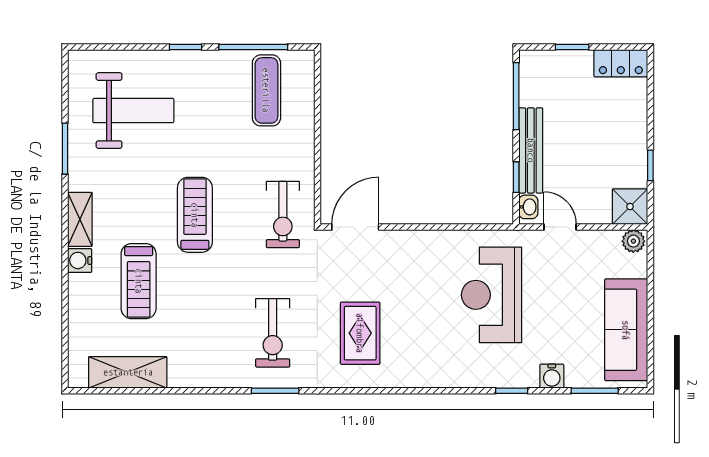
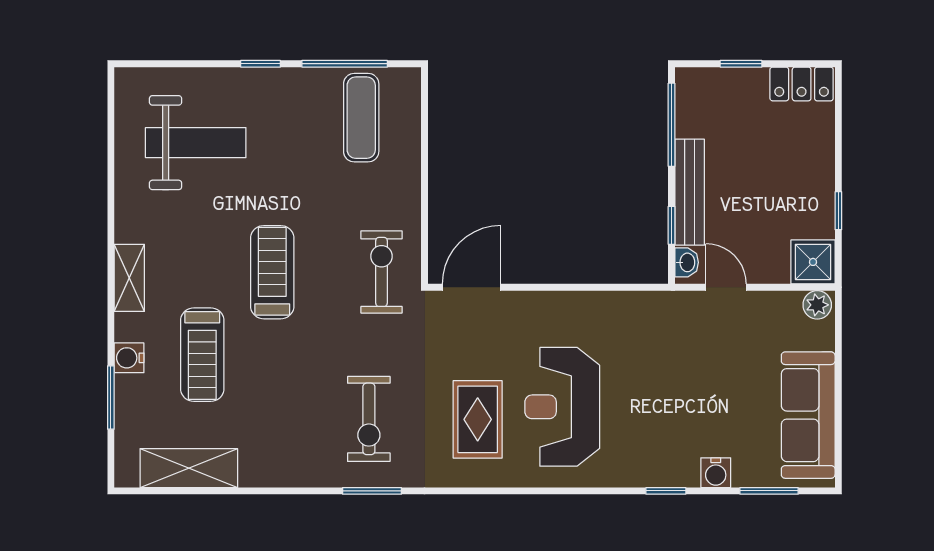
window: (65, 149) -> (111, 397), moved
exercise bike: (283, 215) -> (381, 272), turned 180
water cooler: (80, 260) -> (129, 358), moved
reception desk: (492, 295) -> (562, 407), moved

